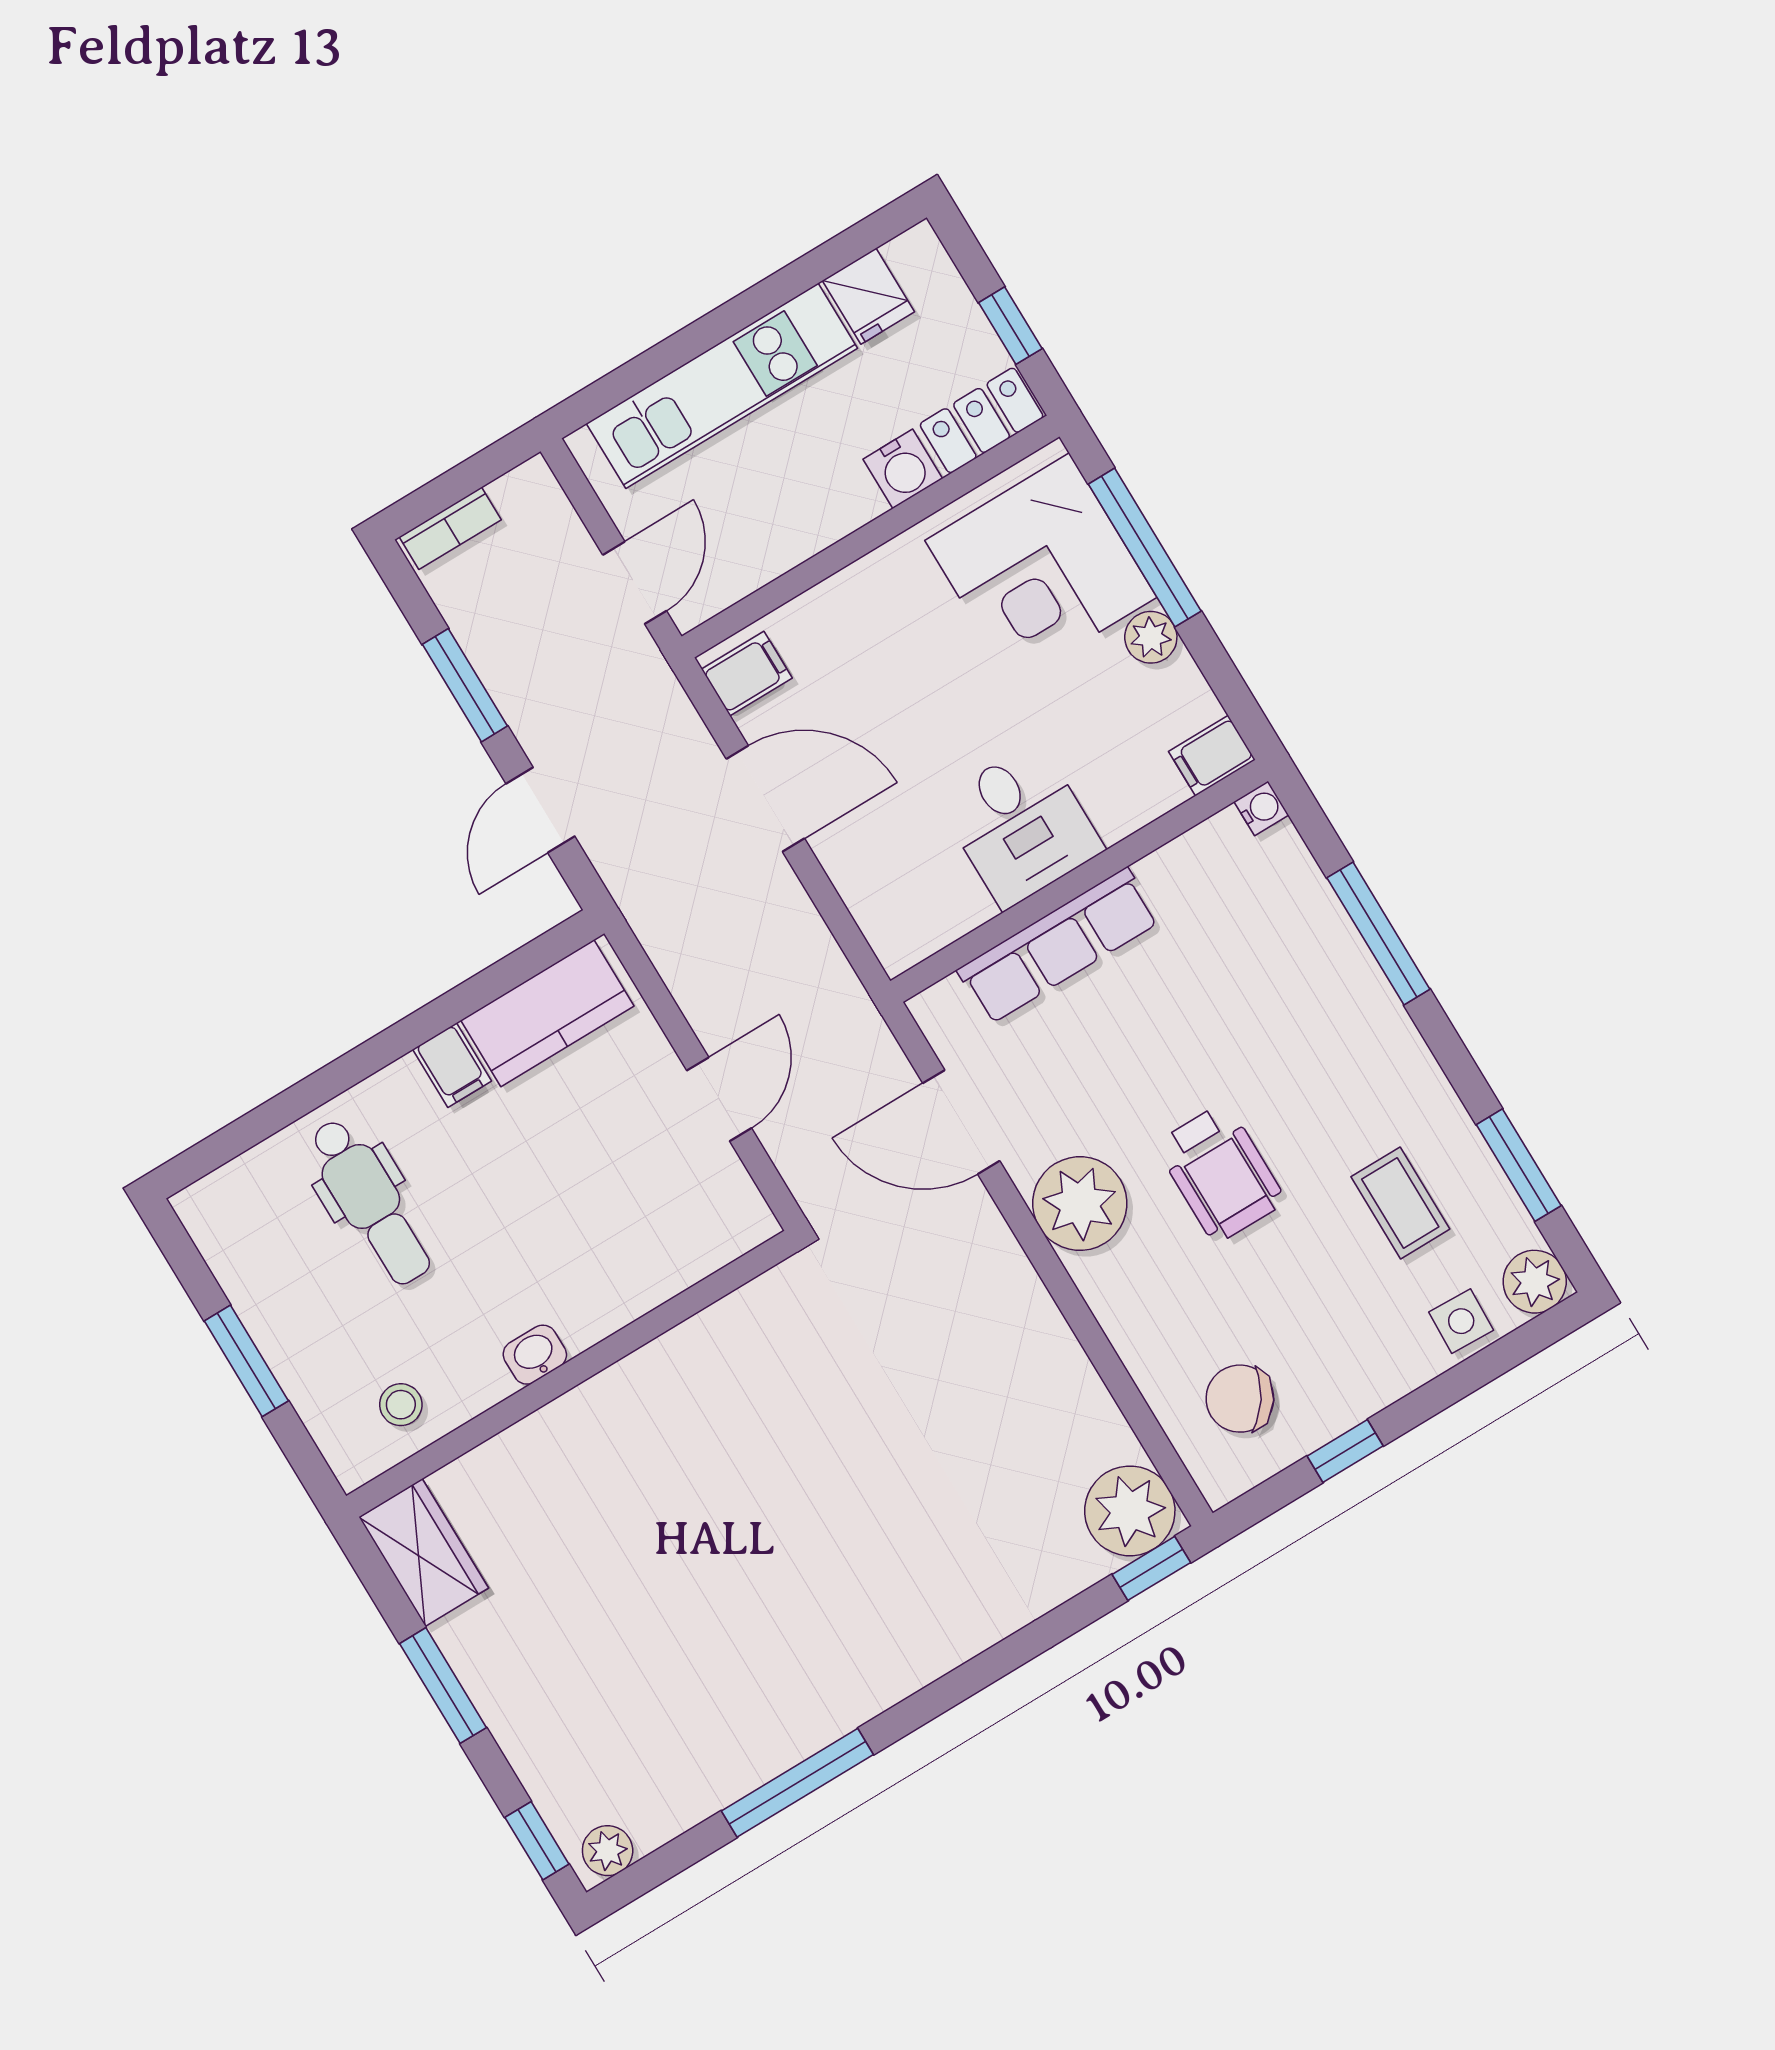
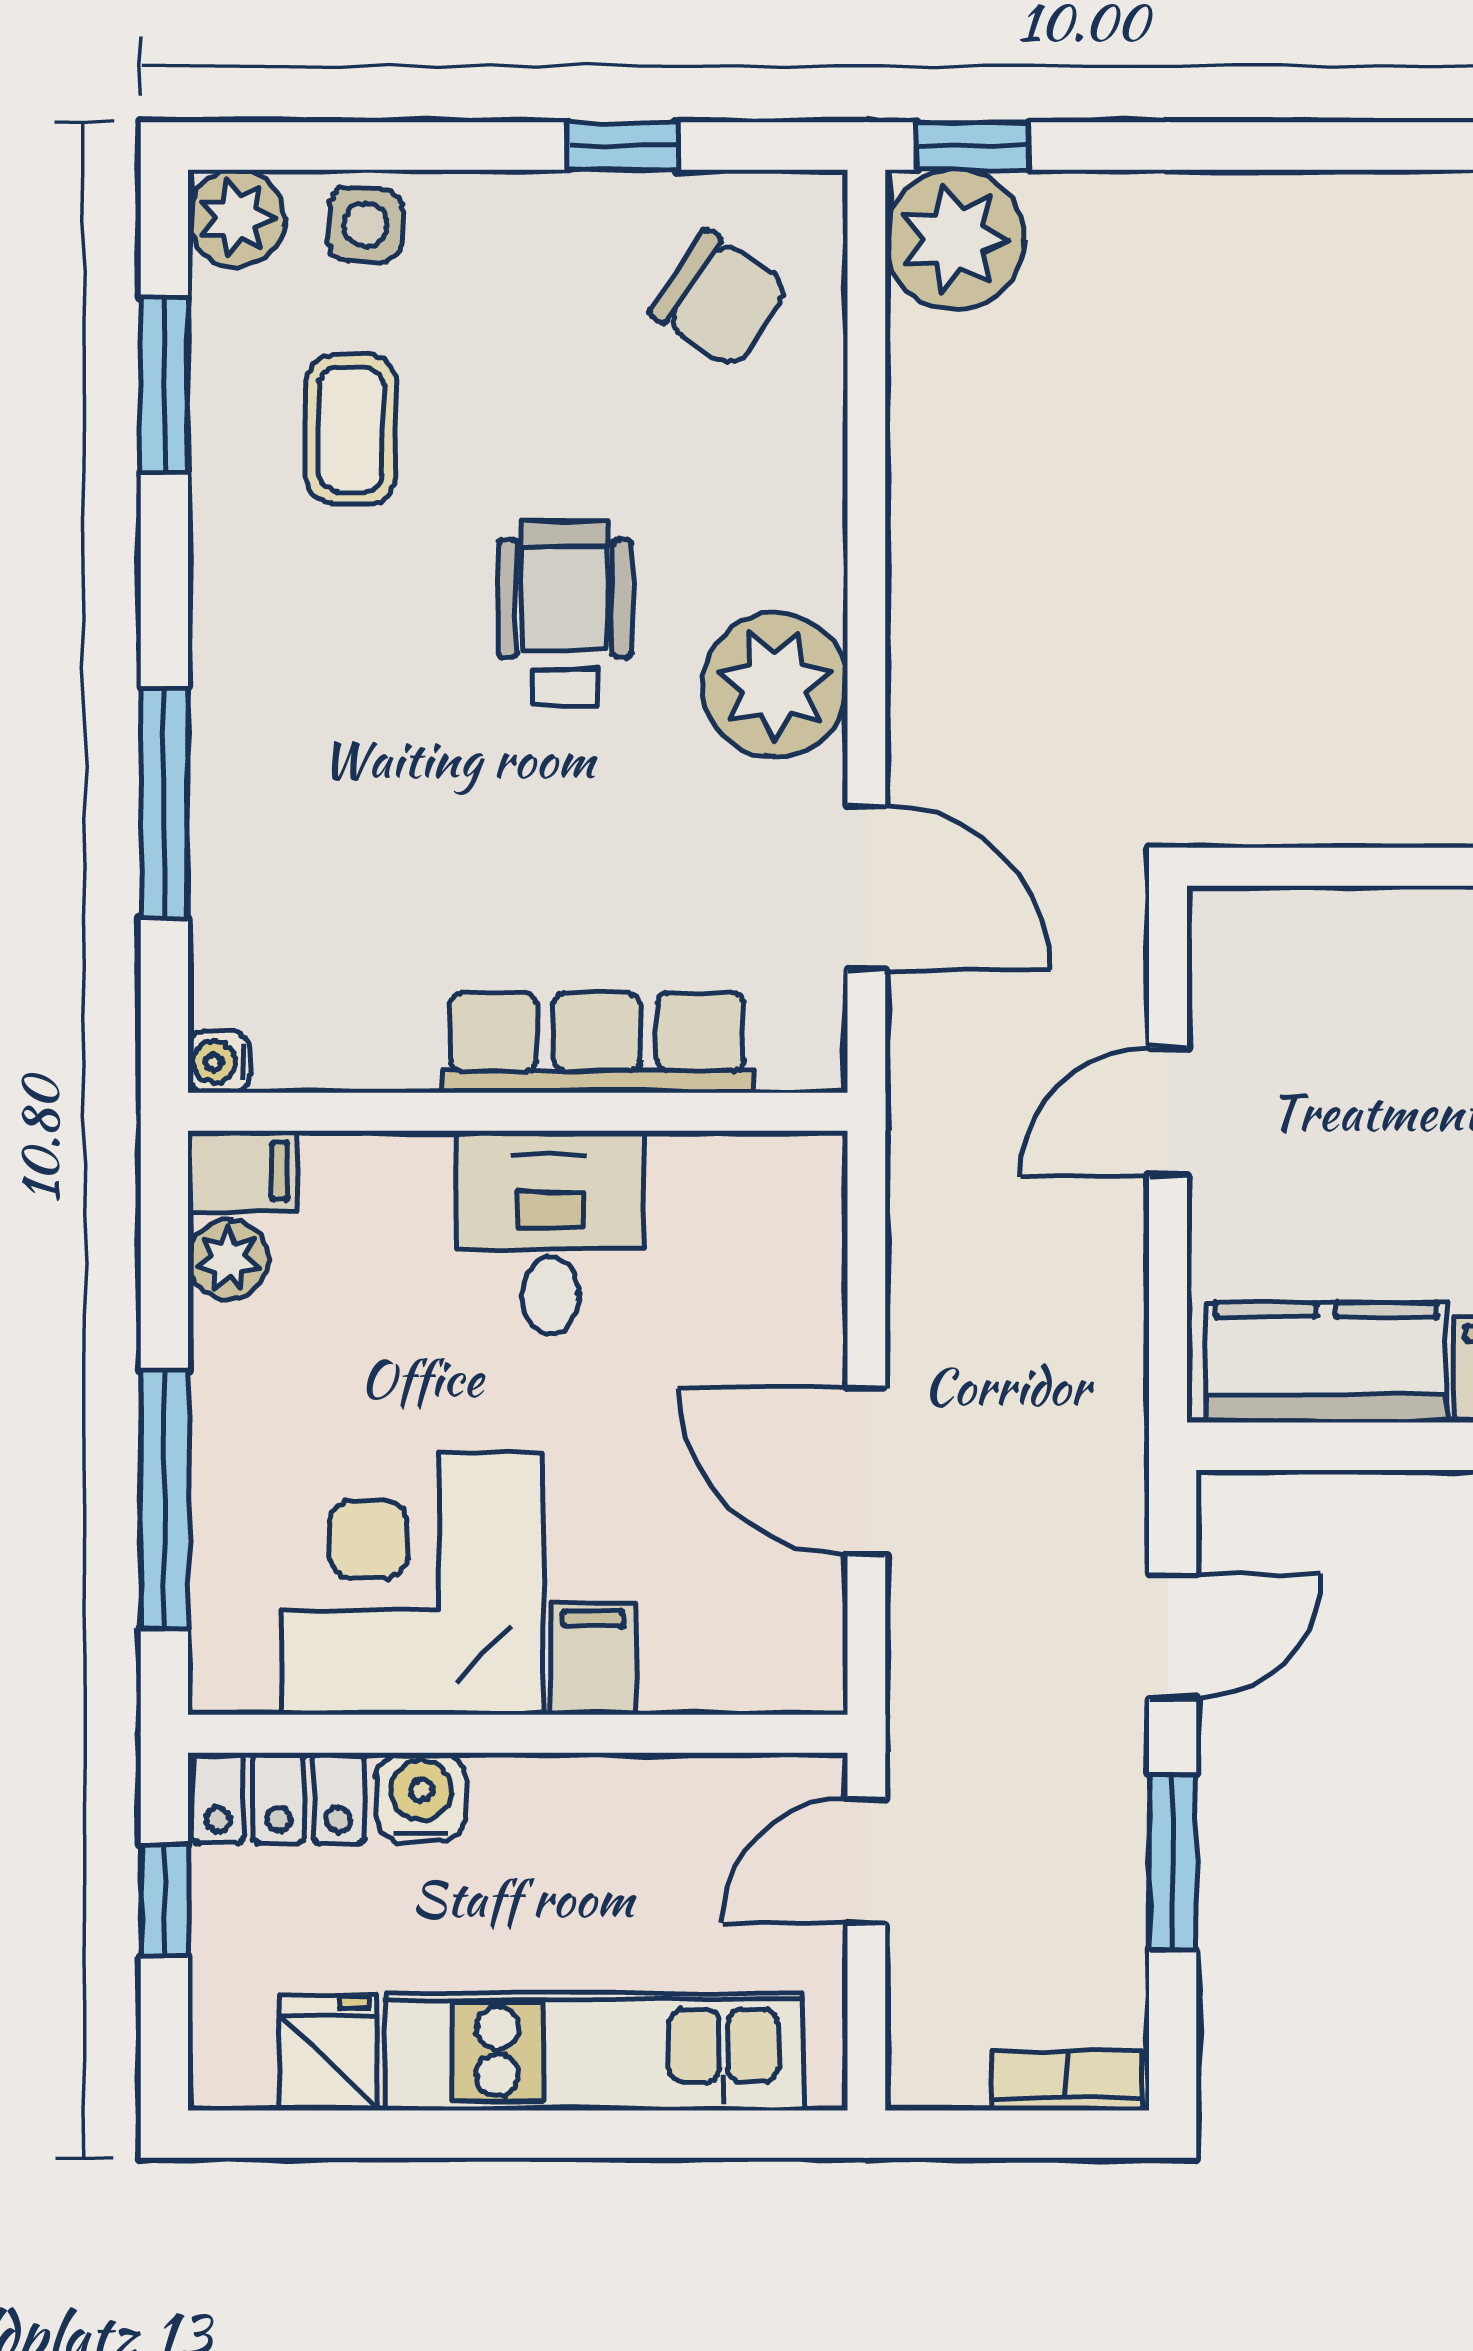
corner desk: (1041, 569) -> (413, 1584), moved, turned -90
plant: (1151, 637) -> (228, 1259), moved
filing cabinet: (747, 674) -> (593, 1658), moved, turned 90

